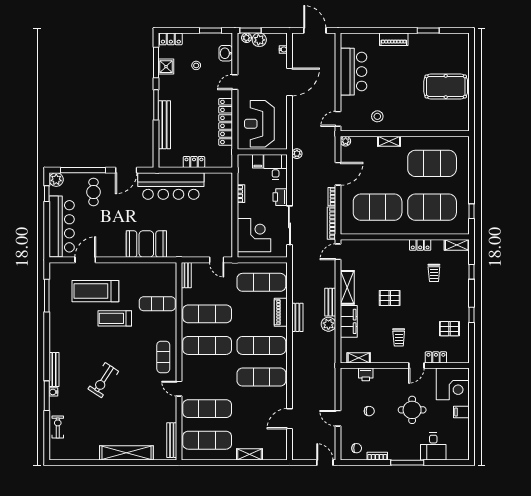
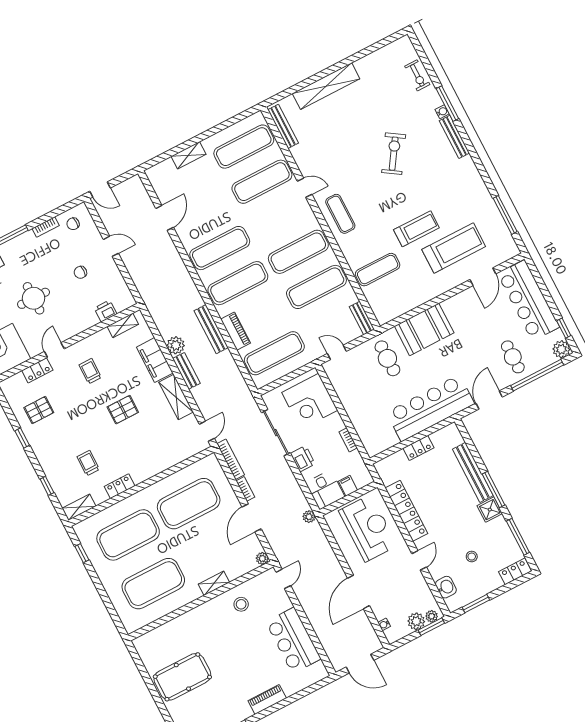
shower: (166, 67) -> (490, 510), moved
cafe table: (183, 237) -> (387, 358), added
bench: (297, 317) -> (211, 329), width x1.36

